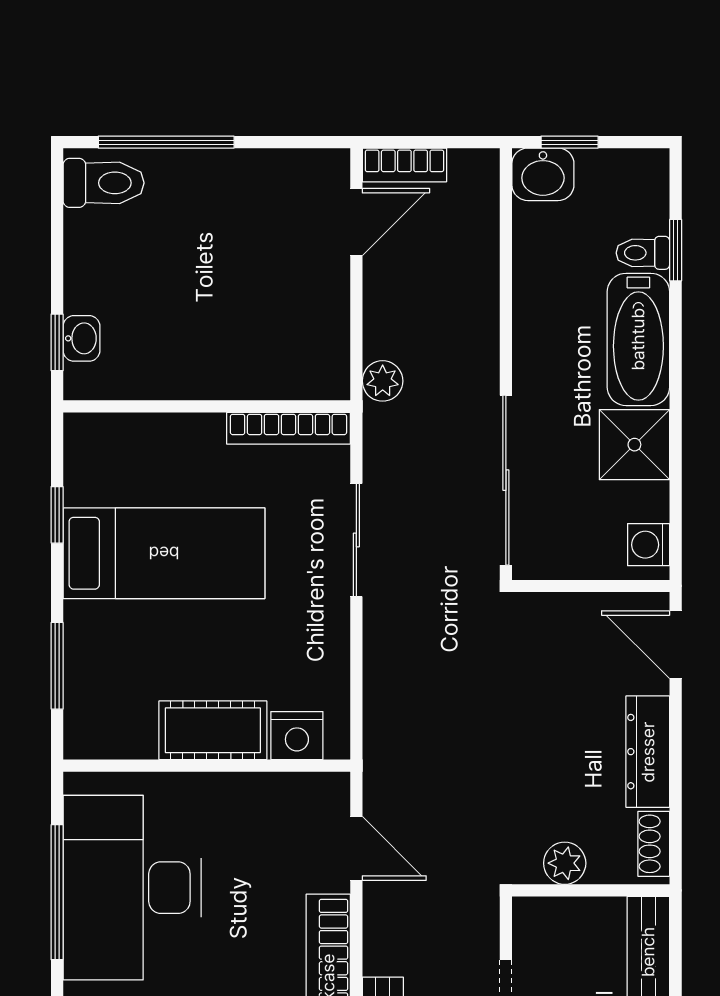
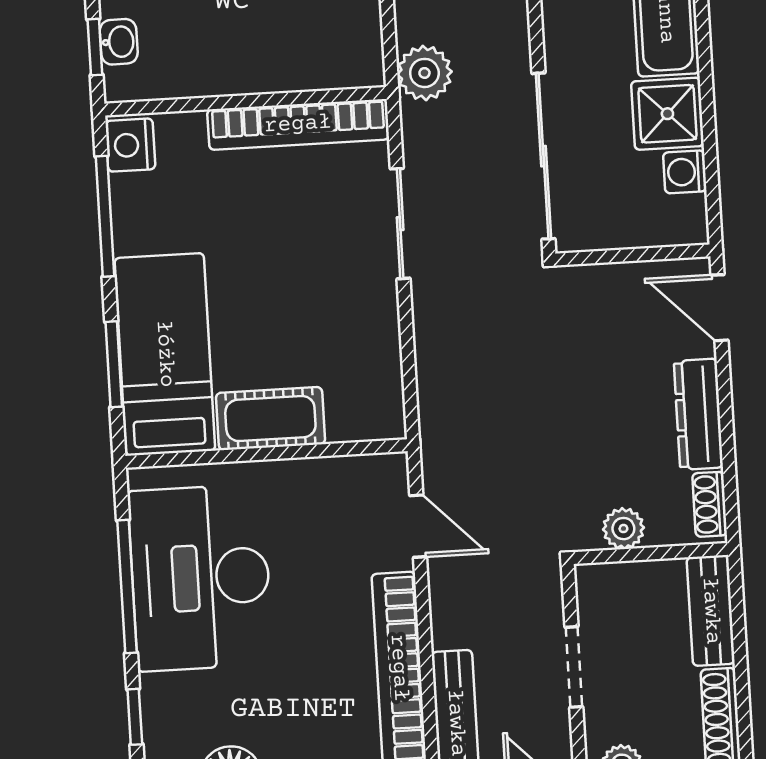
plant: (383, 381) -> (424, 73), width x1.38, depth x1.38
bookcase: (288, 428) -> (298, 124), width x1.48, depth x1.31
window: (57, 515) -> (105, 216), width x2.17
washing machine: (649, 545) -> (685, 172), moved
bed: (164, 553) -> (165, 354), moved, turned -90
nightstand: (297, 736) -> (130, 145), moved, turned 90

